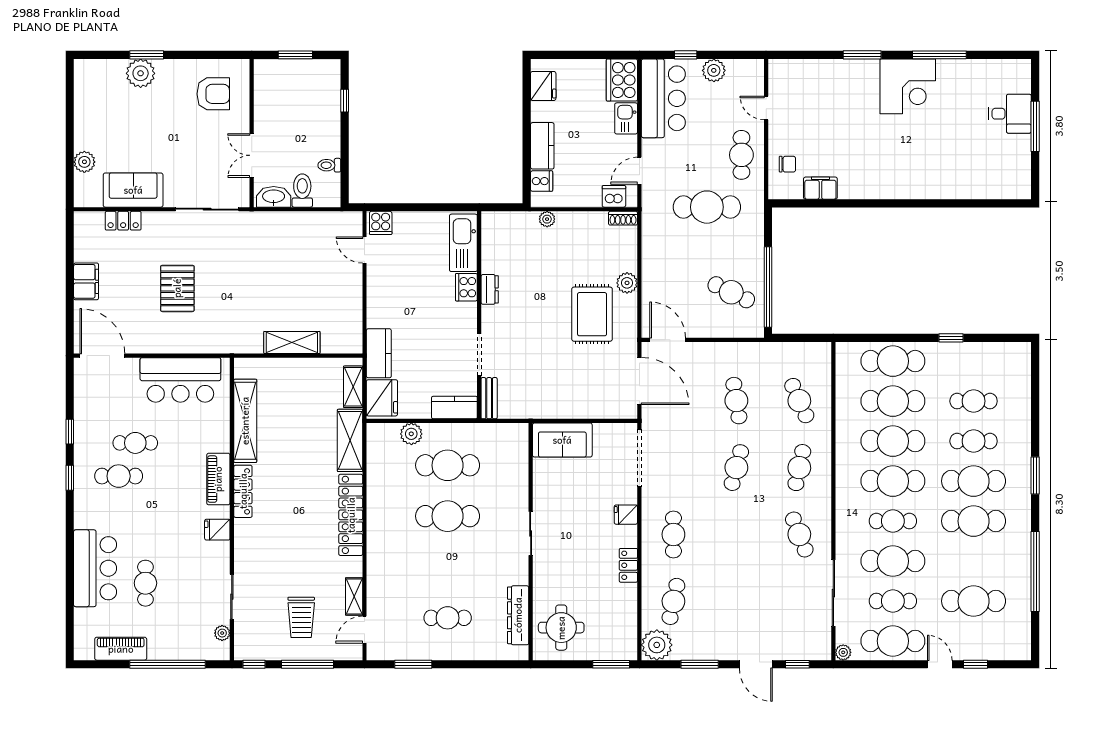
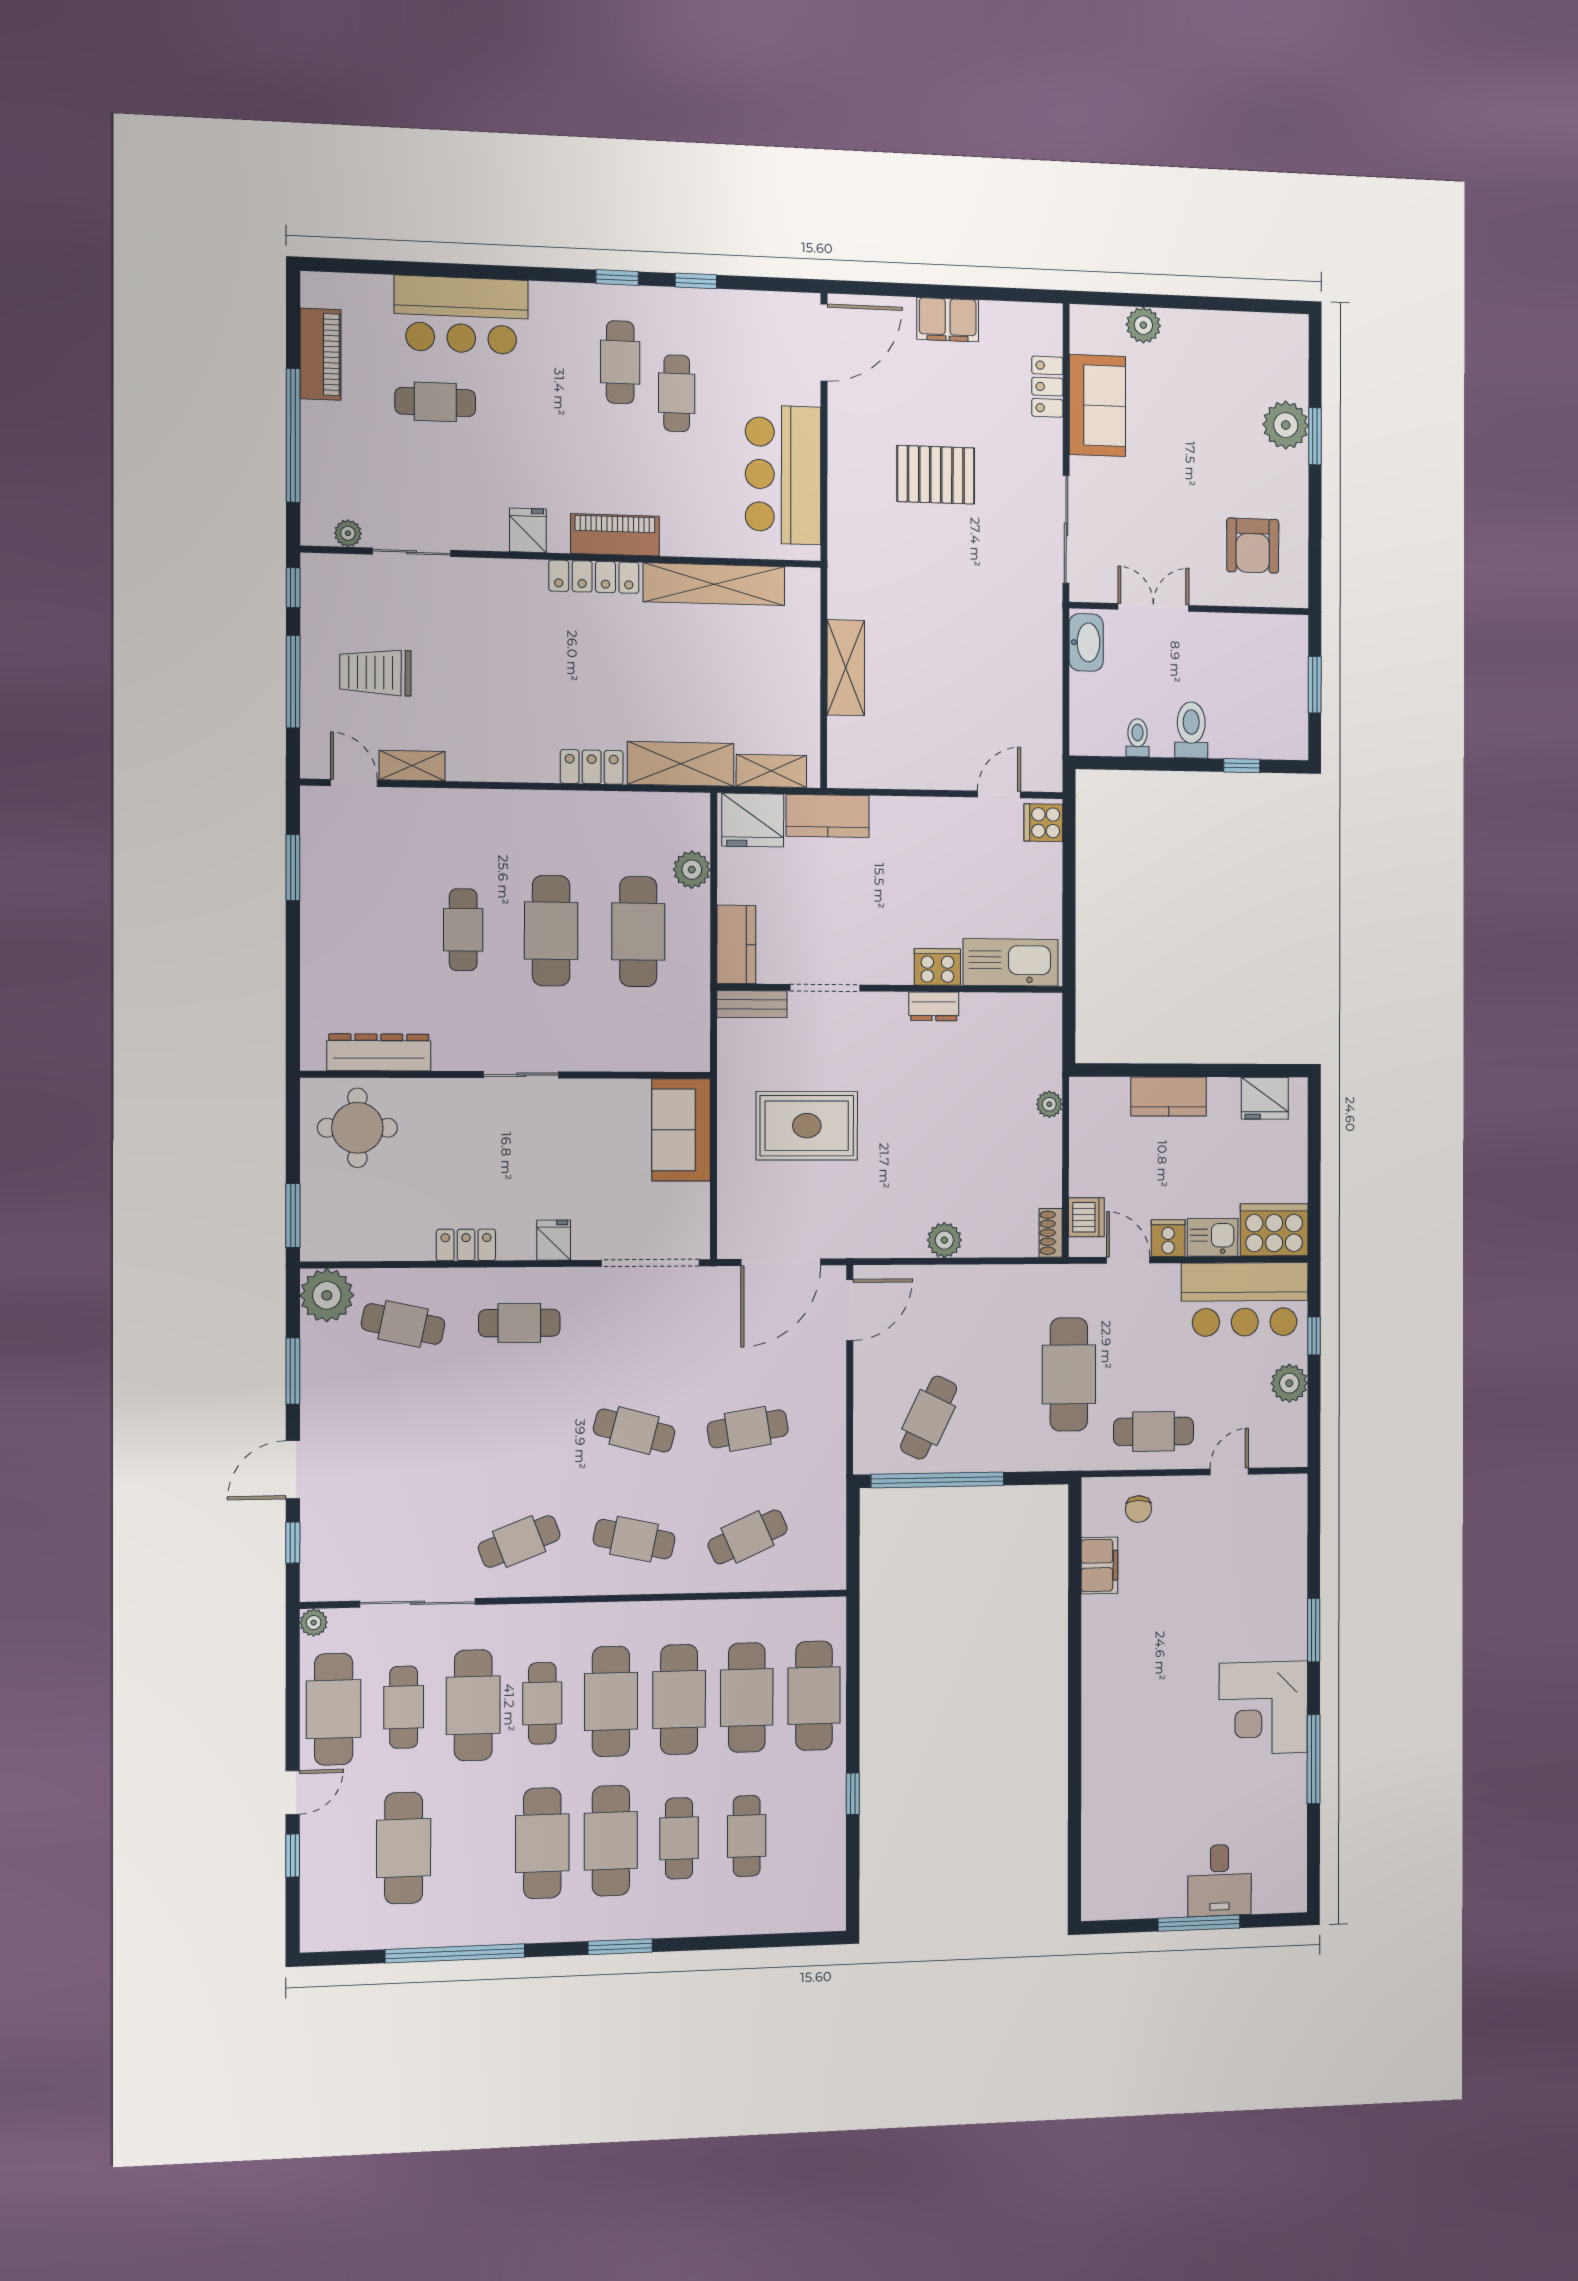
cooker: (542, 181) -> (1168, 1238), moved, turned 180
toilet: (302, 191) -> (1191, 730), moved, turned -90
rug: (592, 314) -> (807, 1126), moved
locker: (351, 515) -> (592, 767), width x0.46, depth x0.83
cafe table: (448, 618) -> (463, 930), moved

